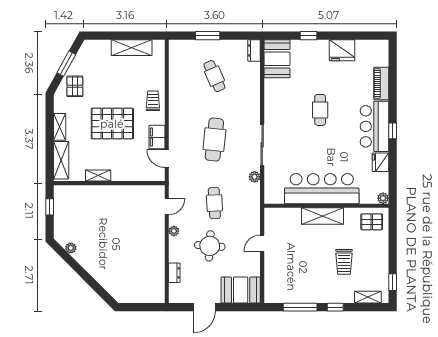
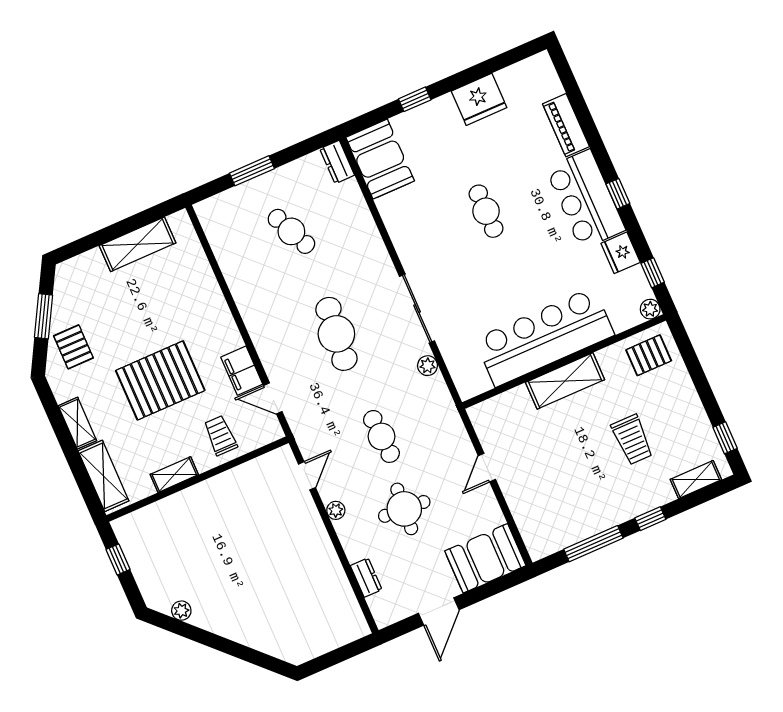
trolley: (153, 101) -> (220, 435), moved
window: (393, 180) -> (653, 273), added

